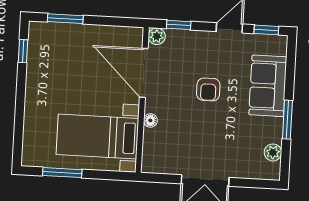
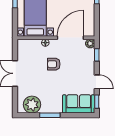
sofa: (268, 86) -> (79, 104), moved
armchair: (208, 89) -> (54, 64), moved
plant: (273, 152) -> (32, 105), width x1.88, depth x1.88

